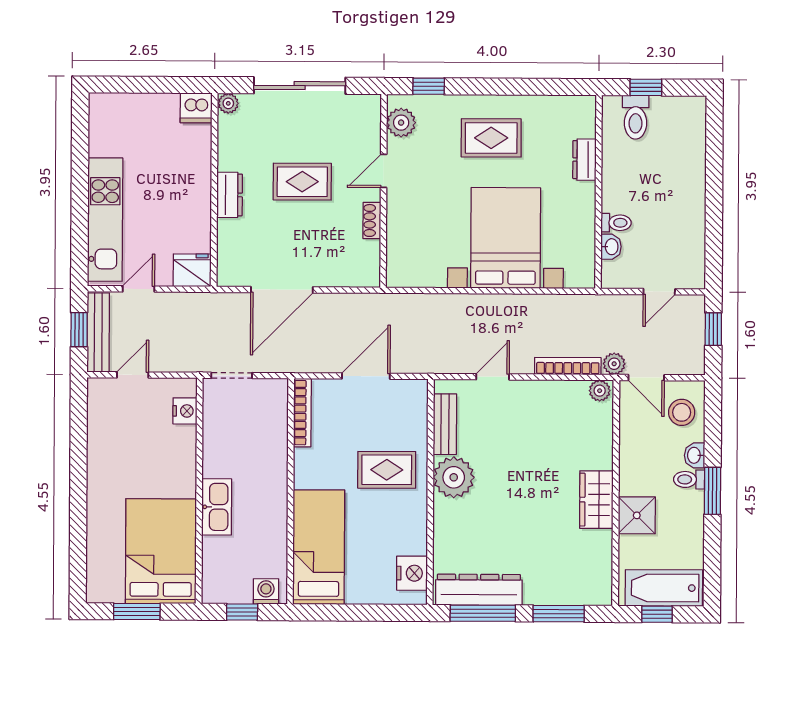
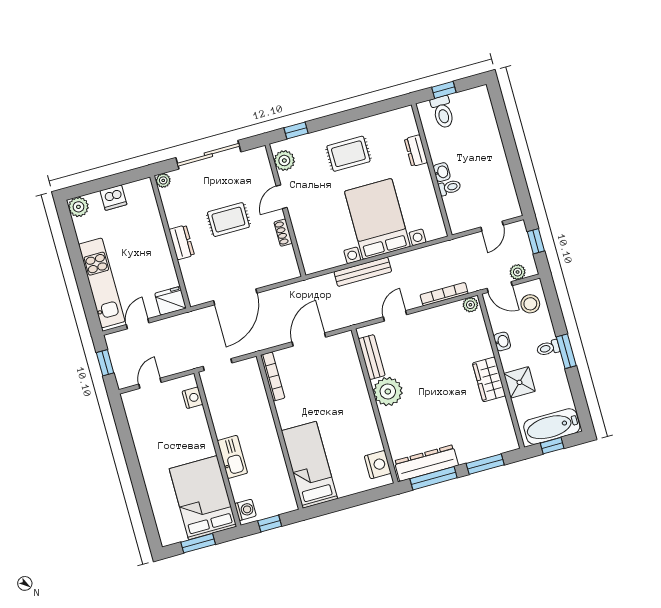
plant: (103, 107) -> (78, 207), added
dishwasher: (196, 108) -> (113, 198), moved
washbasin: (611, 247) -> (442, 172), moved
bench: (98, 333) -> (363, 272), moved, turned 90
plant: (614, 364) -> (518, 272), moved
washbasin: (695, 455) -> (502, 341), moved, turned 180
rug: (387, 470) -> (341, 399), removed
washing machine: (266, 591) -> (245, 510), moved, turned 90

